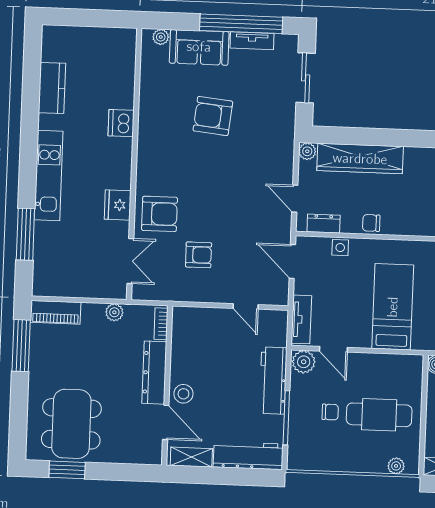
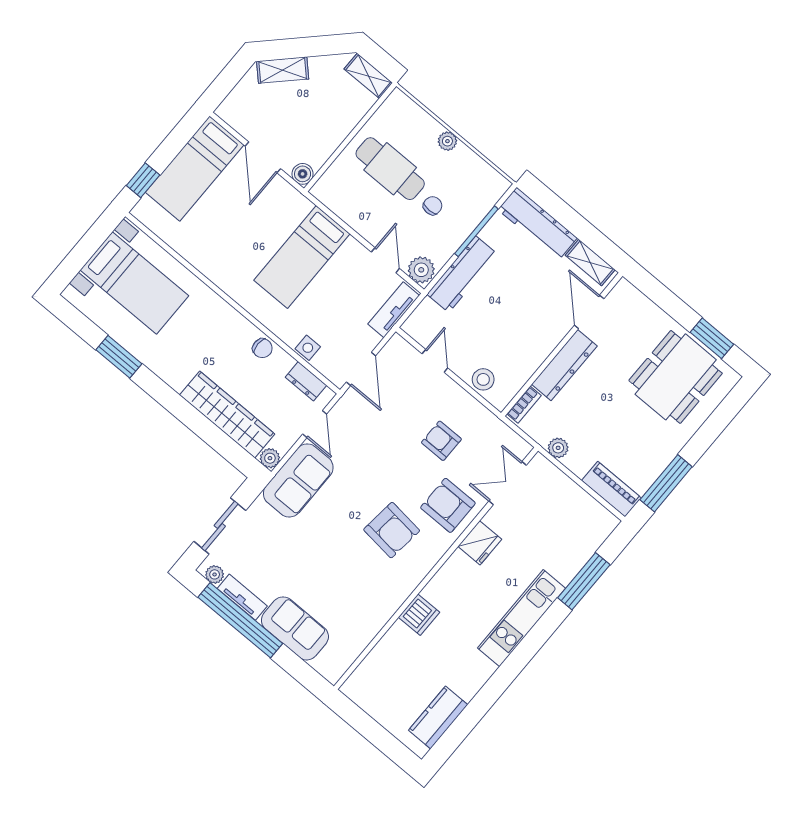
plant: (161, 37) -> (215, 574), moved
kitchen counter: (52, 88) -> (438, 717), moved
armchair: (213, 116) -> (392, 530), moved
sofa: (276, 151) -> (298, 480), added
stool: (183, 394) -> (483, 379), moved
chair: (330, 412) -> (433, 206), turned 90
plant: (396, 466) -> (447, 141), moved

